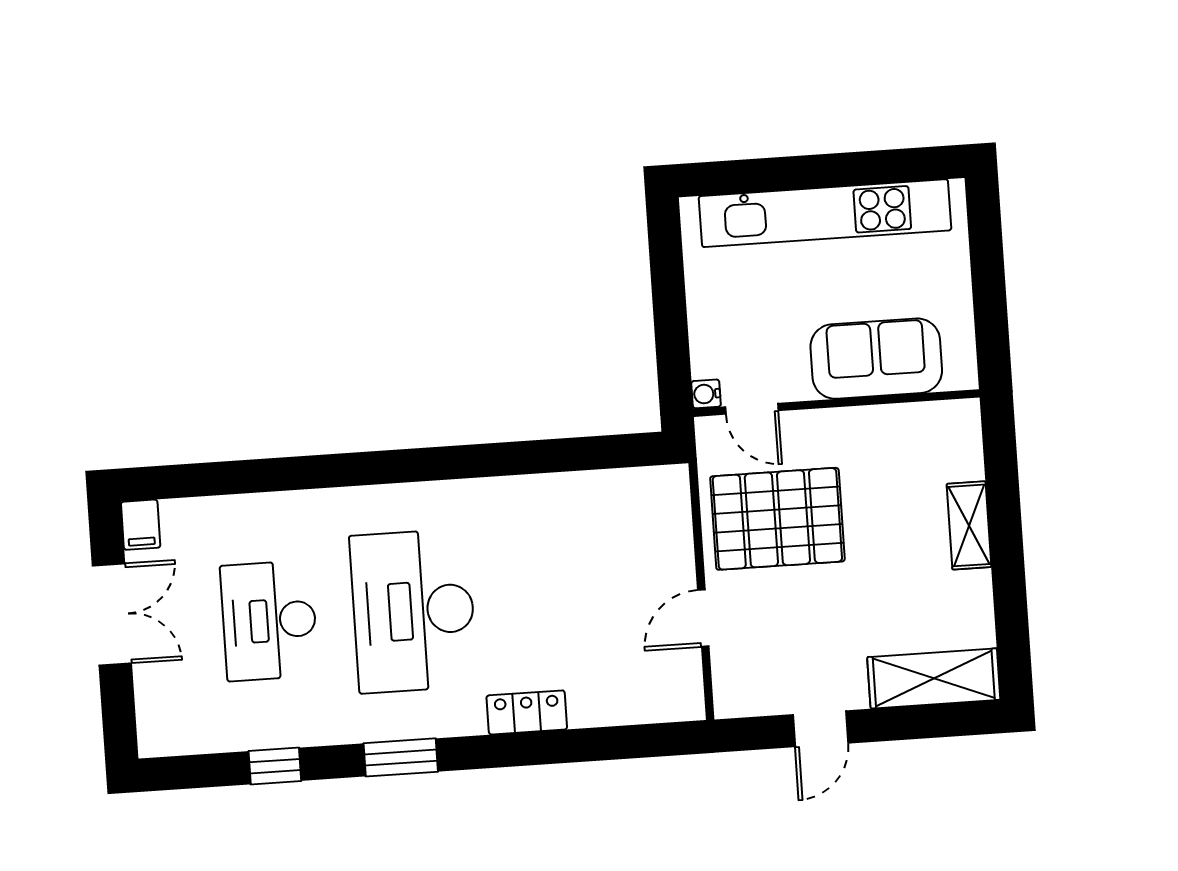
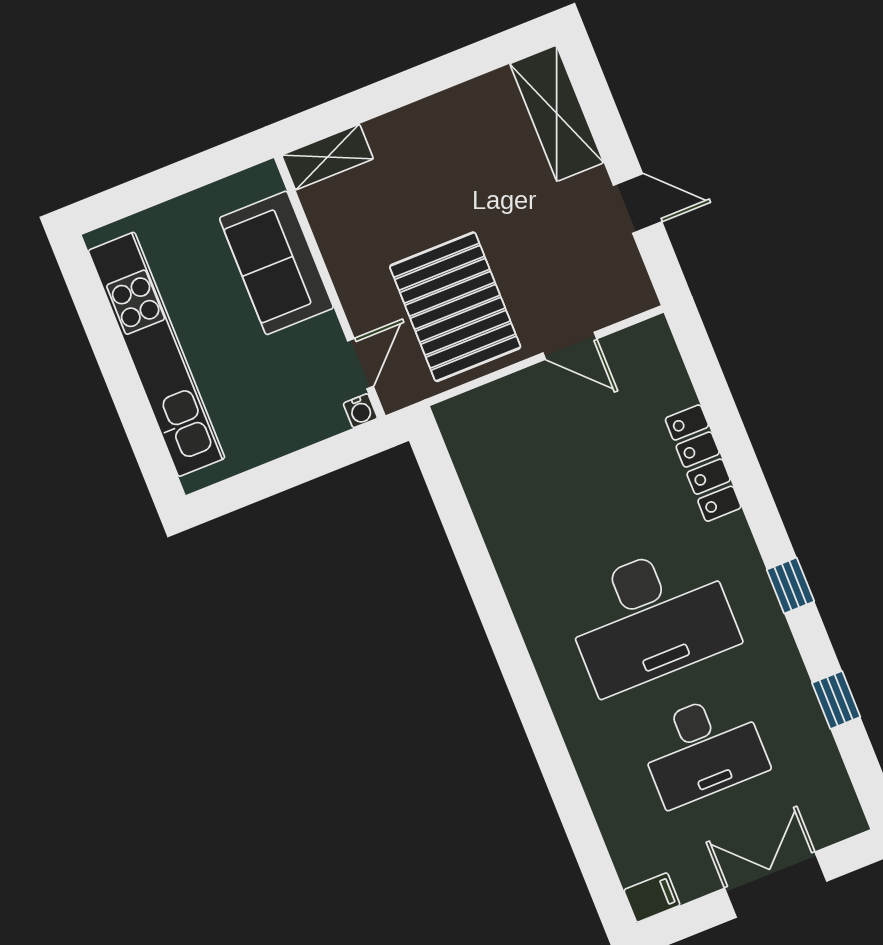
shelving: (969, 525) -> (328, 157), moved
double door: (112, 614) -> (776, 885), moved
locker: (527, 712) -> (703, 463), width x1.53
window: (401, 757) -> (790, 585), width x0.67

